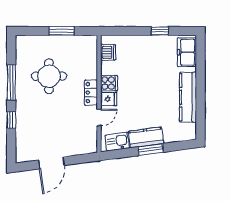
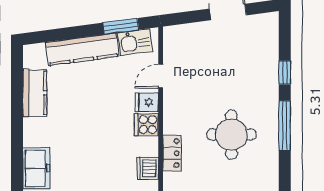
locker: (91, 93) -> (172, 153), moved
kitchen counter: (188, 97) -> (35, 93), width x0.67
kitchen counter: (146, 137) -> (82, 49), width x1.50
window: (151, 150) -> (121, 26), moved

